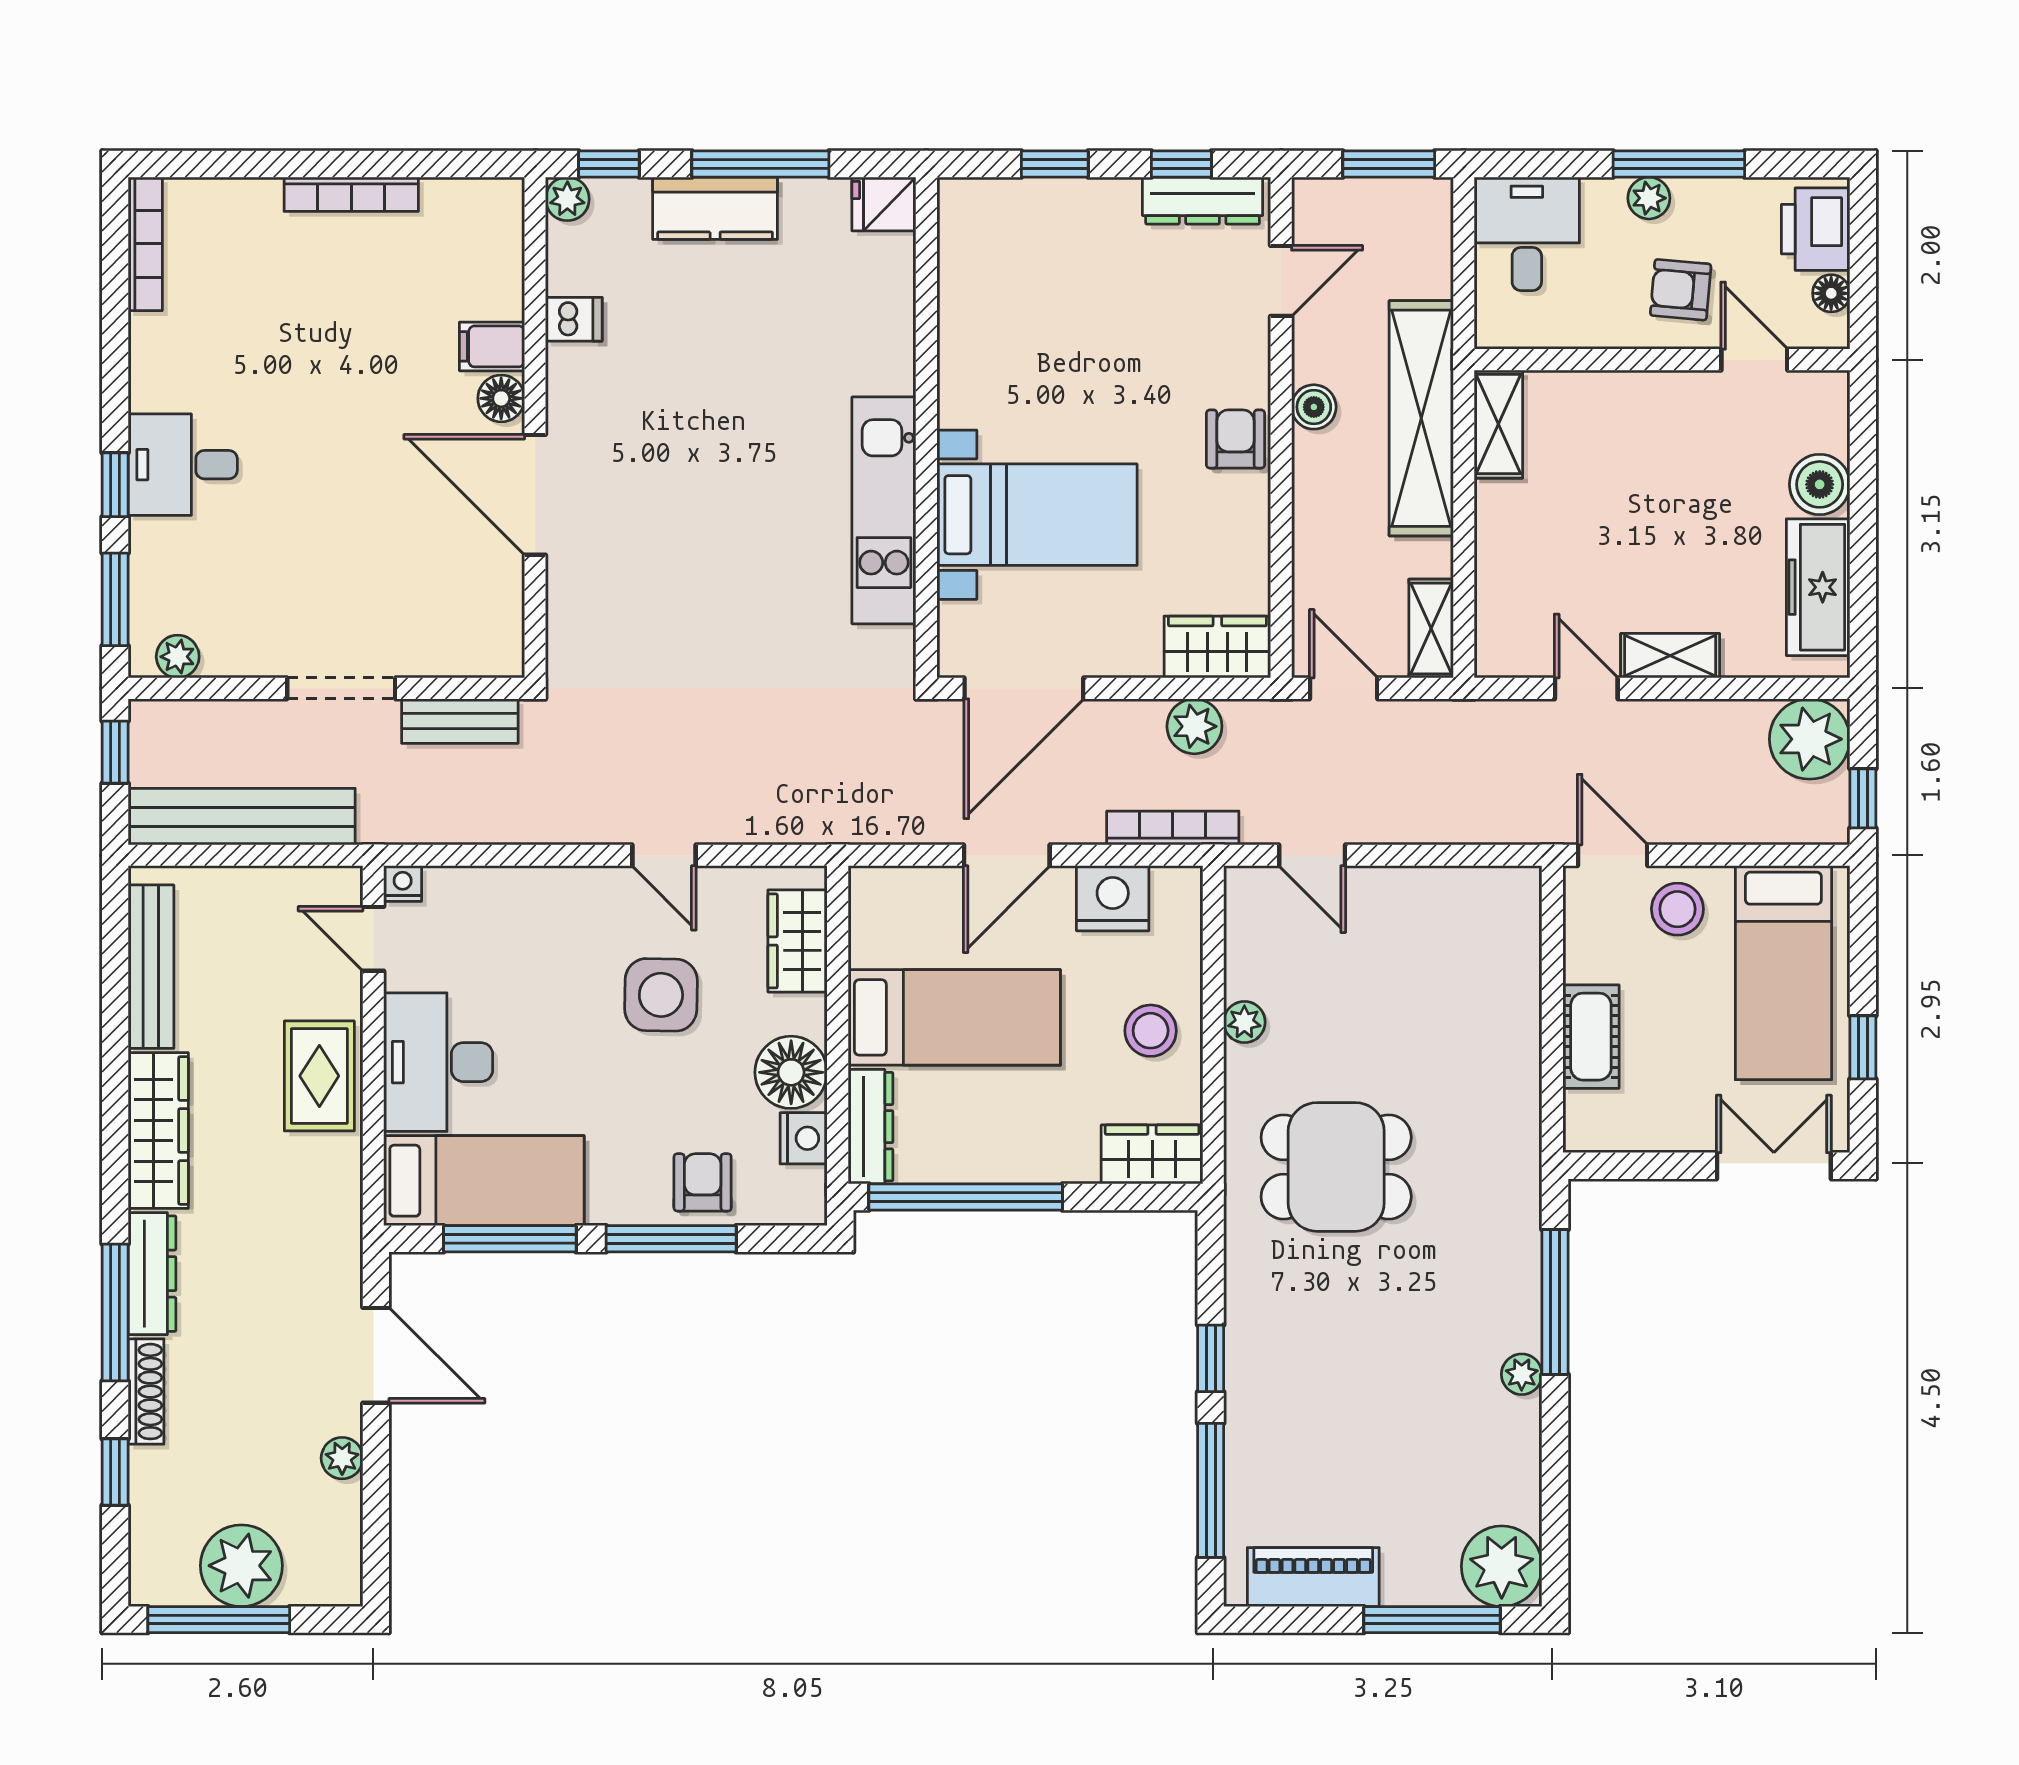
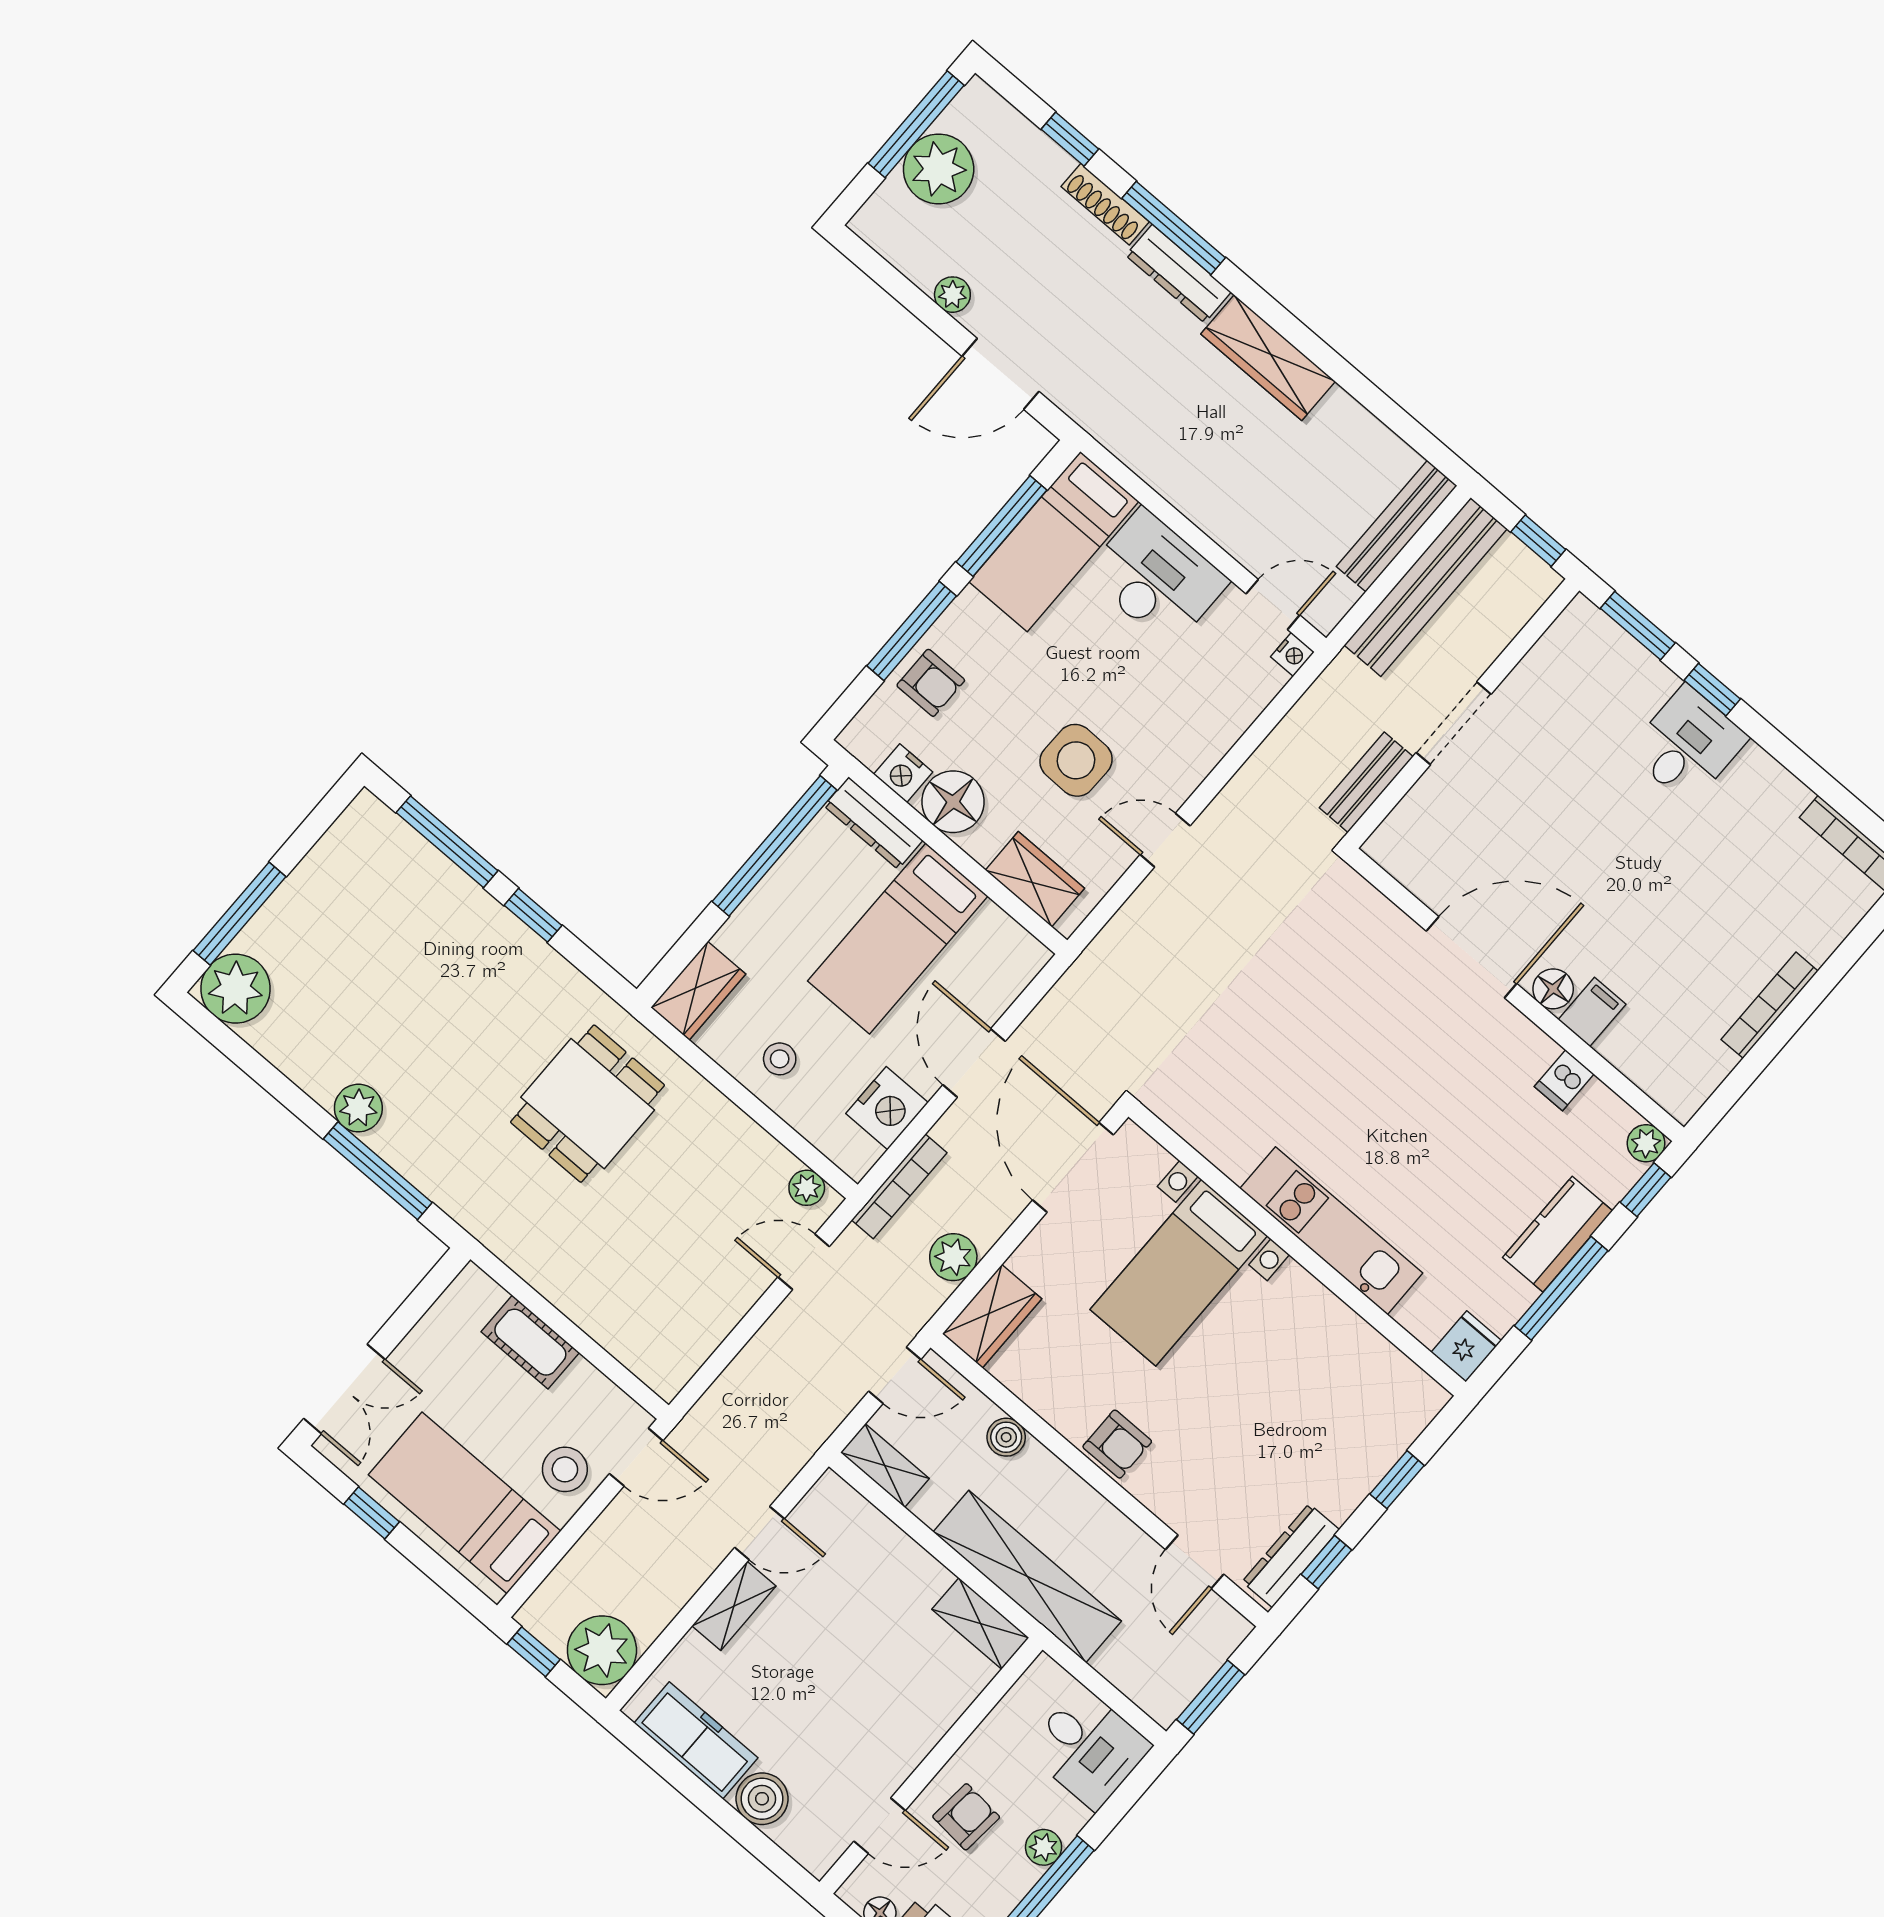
boiler: (1314, 407) -> (1006, 1437), moved
kitchen unit: (884, 510) -> (1331, 1231), moved
plant: (178, 657) -> (1566, 635), removed
bench: (151, 967) -> (1397, 526), moved, turned 90
plant: (1244, 1022) -> (807, 1188), moved
stool: (1151, 1031) -> (780, 1059), width x0.73, depth x0.73
rug: (319, 1076) -> (1214, 493), removed
plant: (1522, 1374) -> (358, 1108), width x1.38, depth x1.38
piano: (1313, 1577) -> (333, 860), removed

